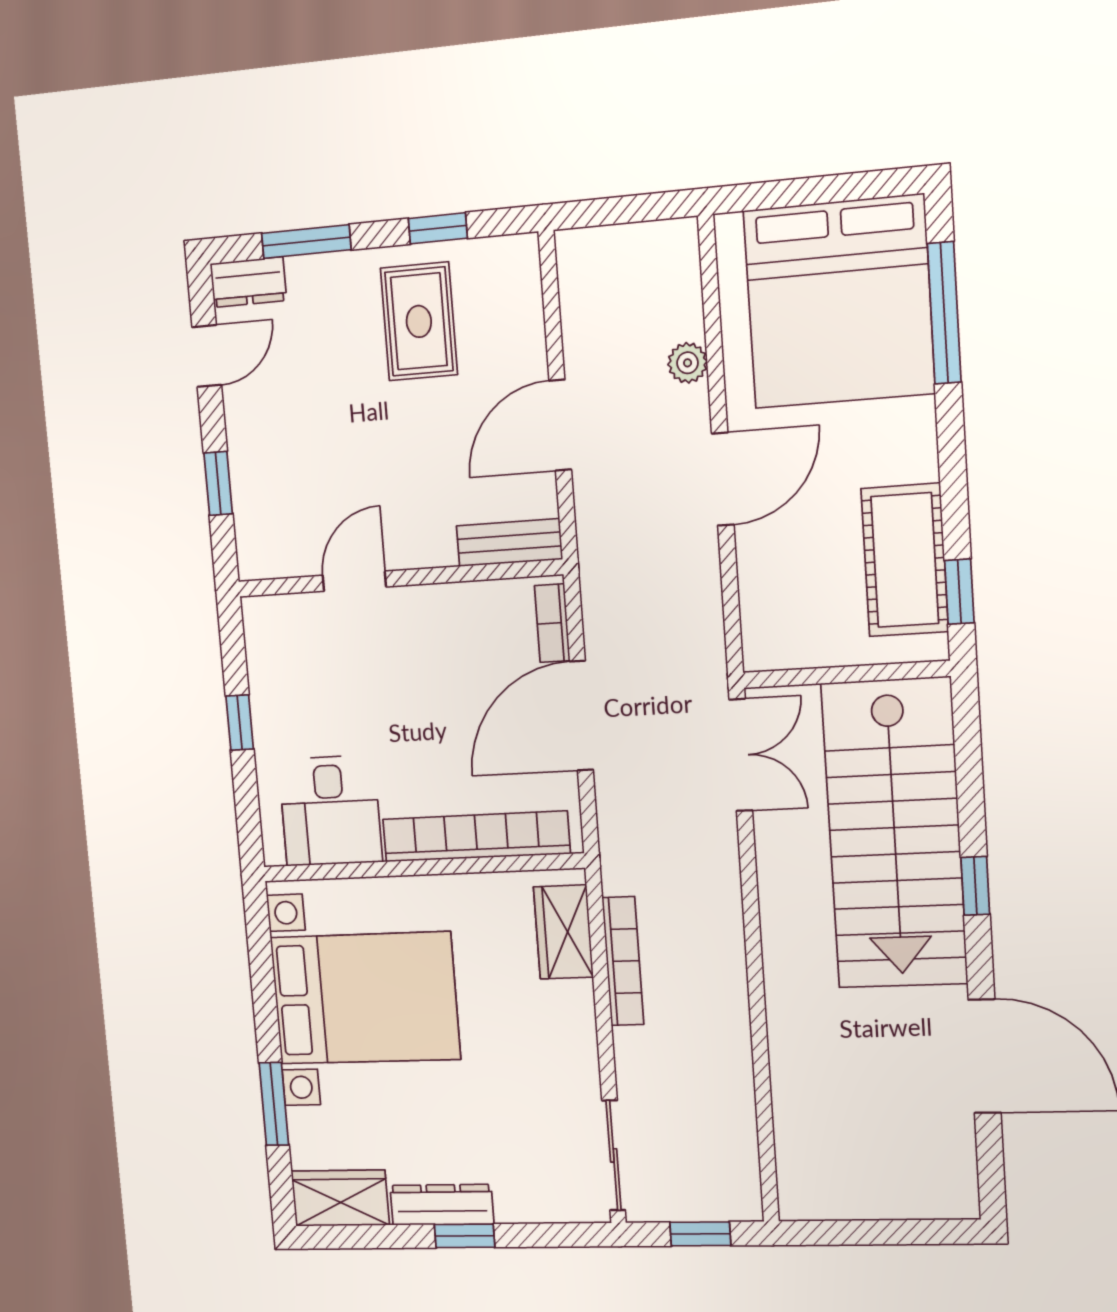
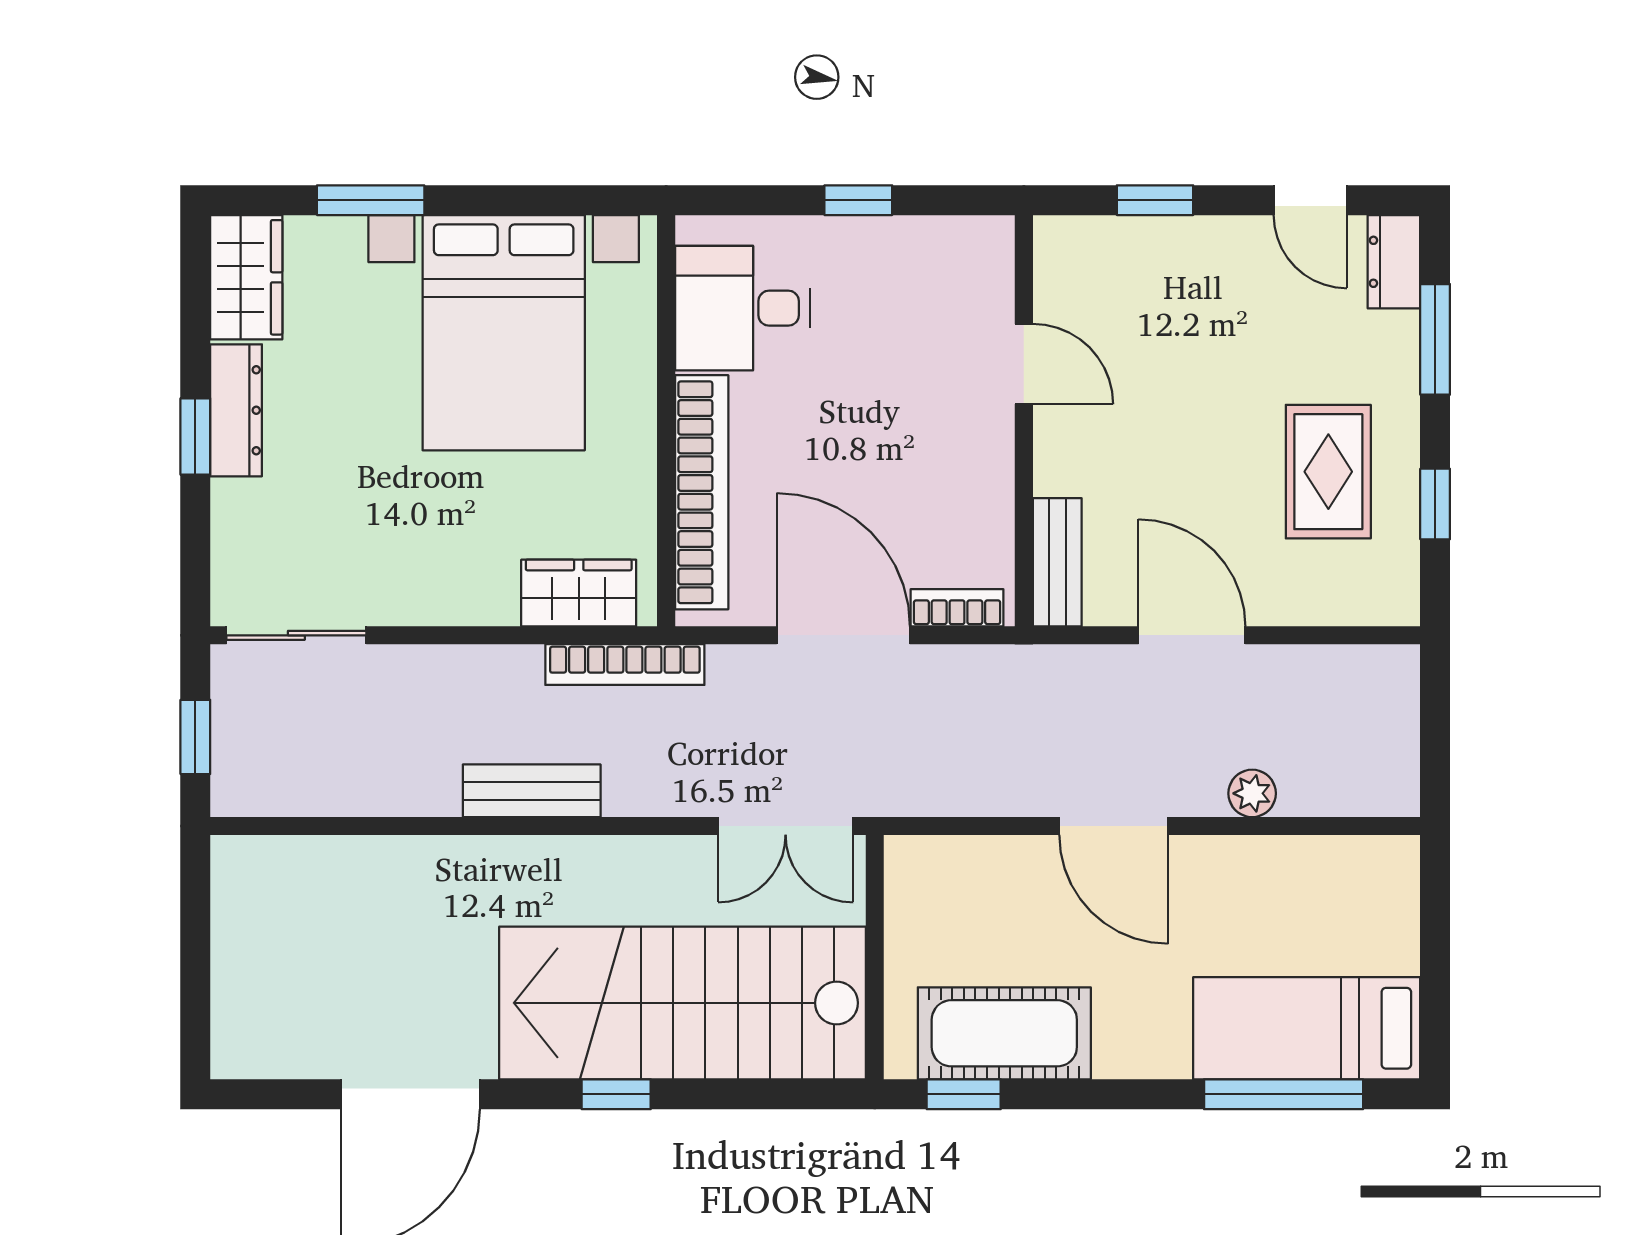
bed: (839, 302) -> (1307, 1028), width x0.49
rug: (419, 321) -> (1328, 472), turned 90
bookcase: (623, 961) -> (625, 665), moved
bench: (726, 964) -> (532, 791), added

